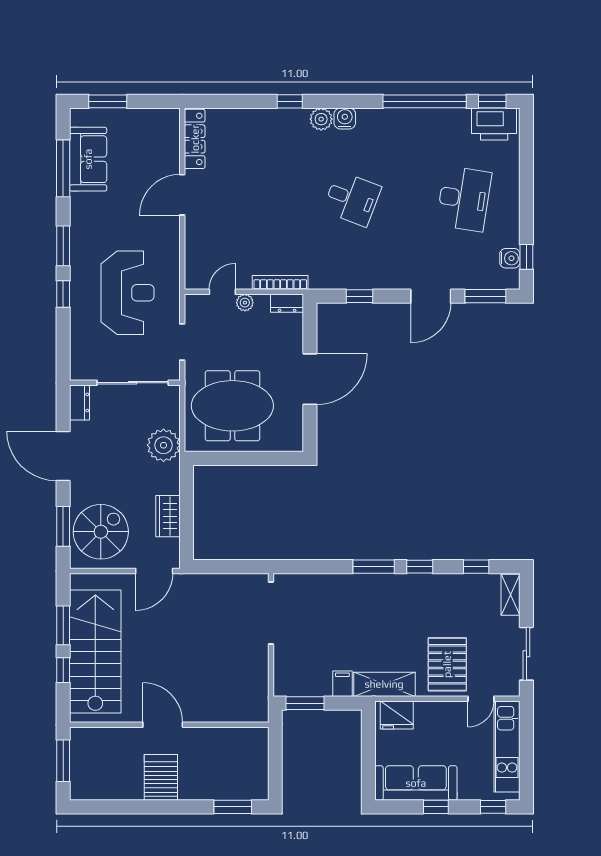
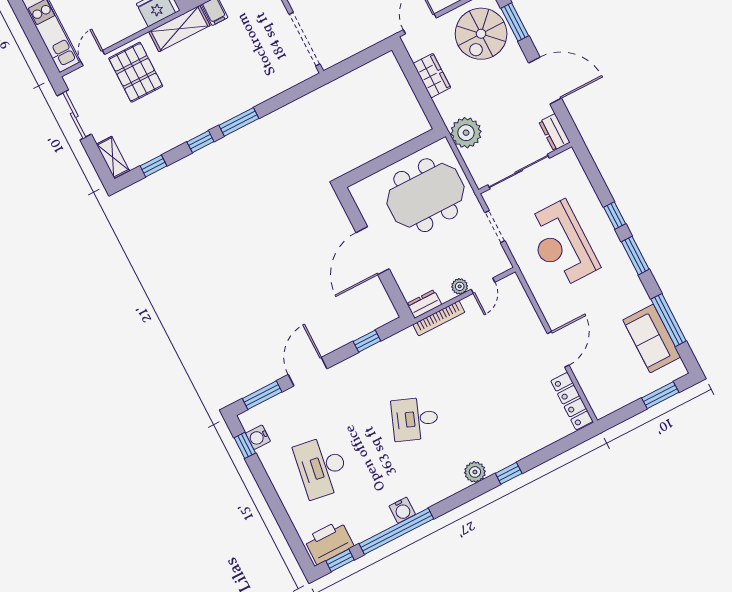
water cooler: (345, 118) -> (402, 510), moved

